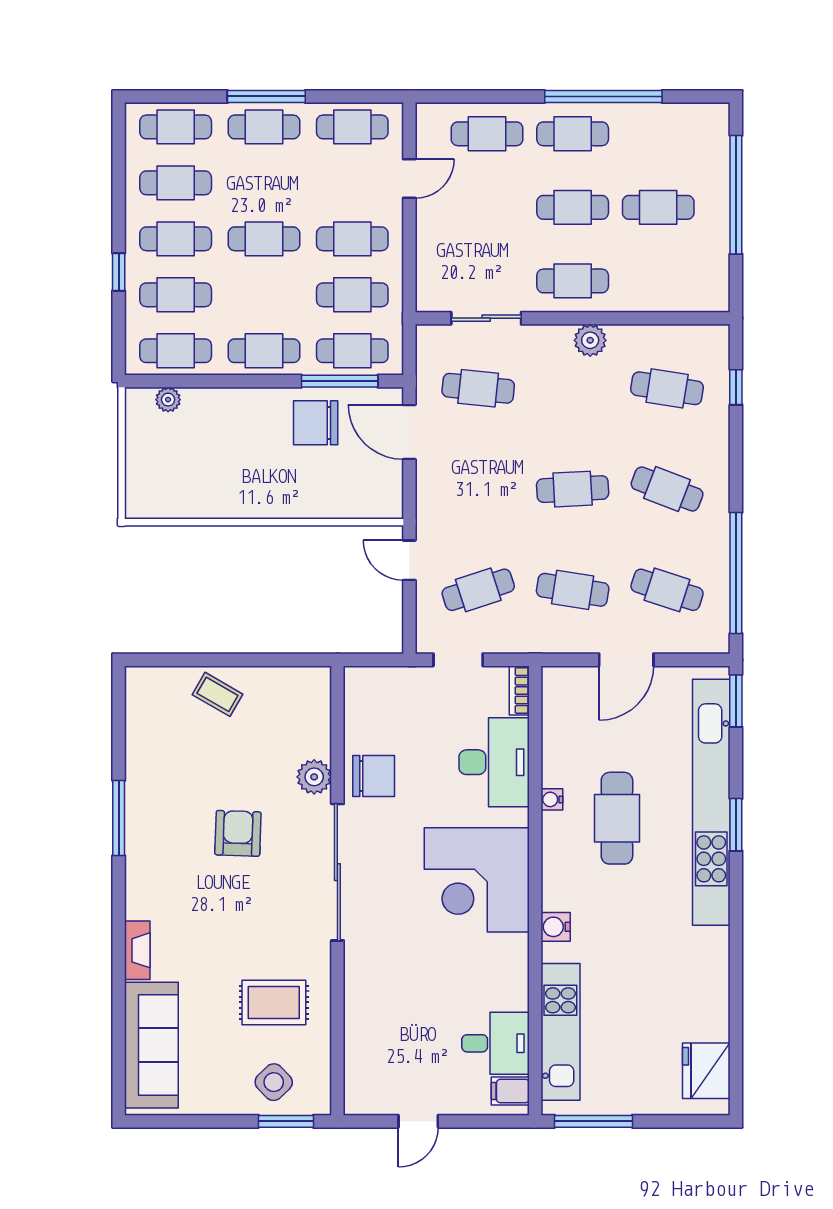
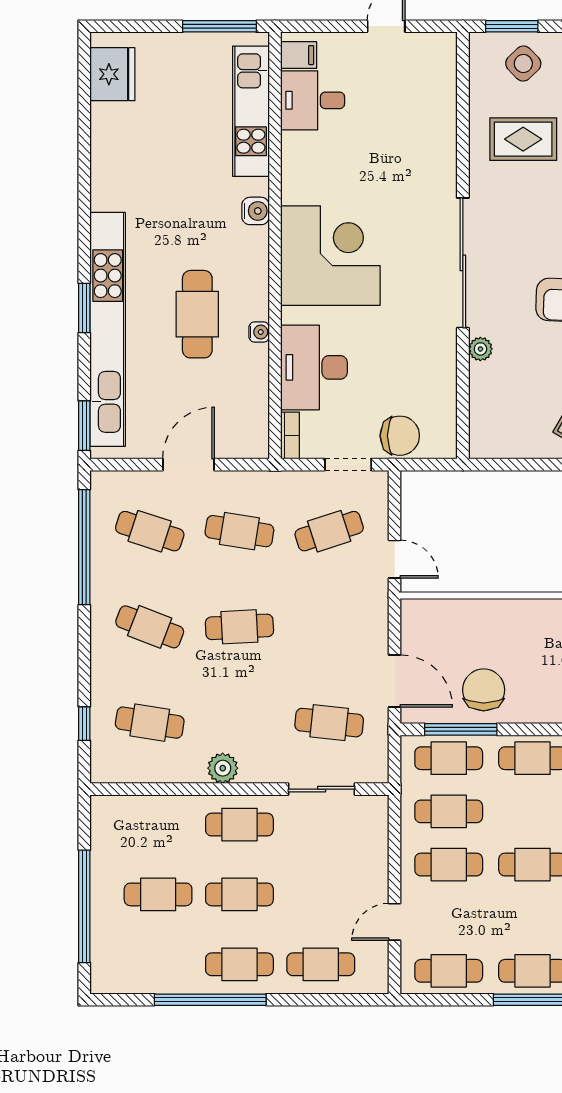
chair: (316, 423) -> (484, 690), turned -90
chair: (374, 776) -> (400, 436), moved, turned 180
plant: (314, 777) -> (480, 349), width x0.73, depth x0.73

